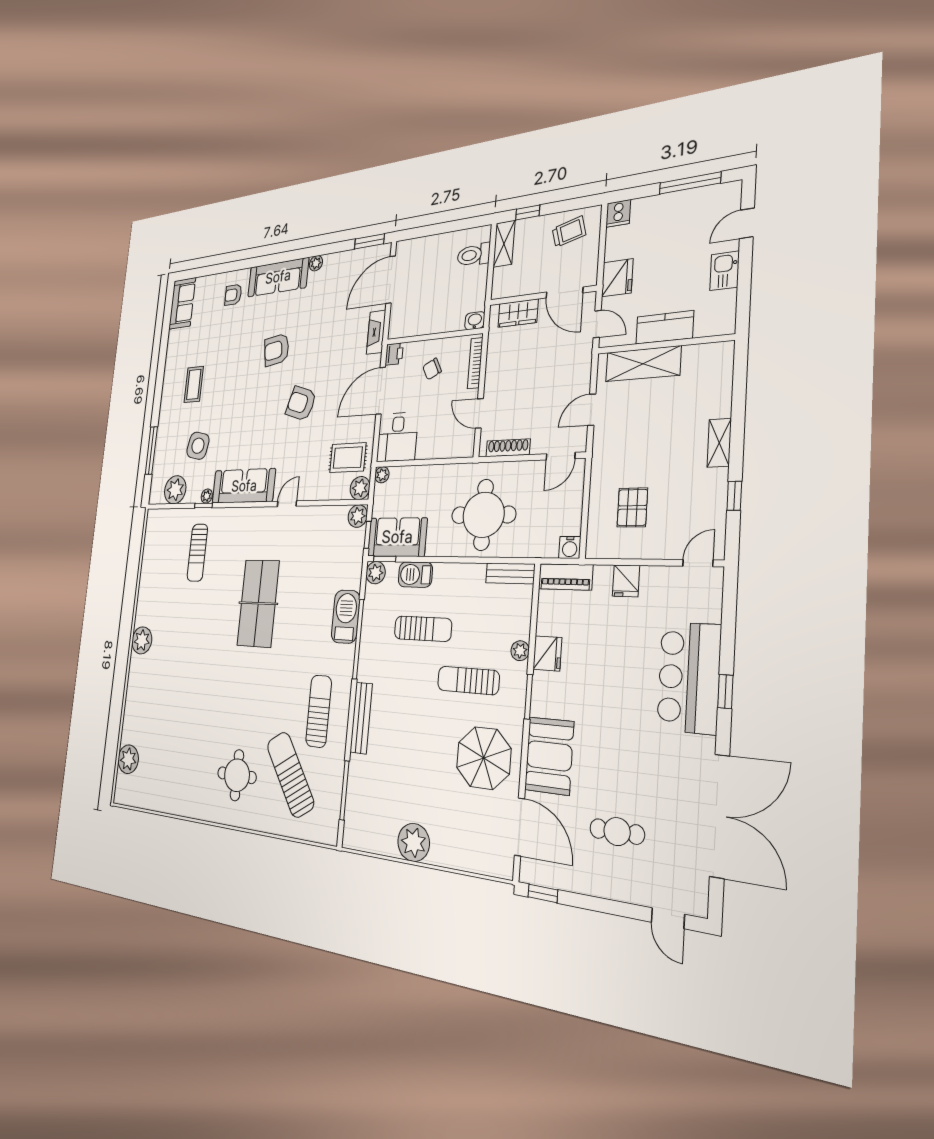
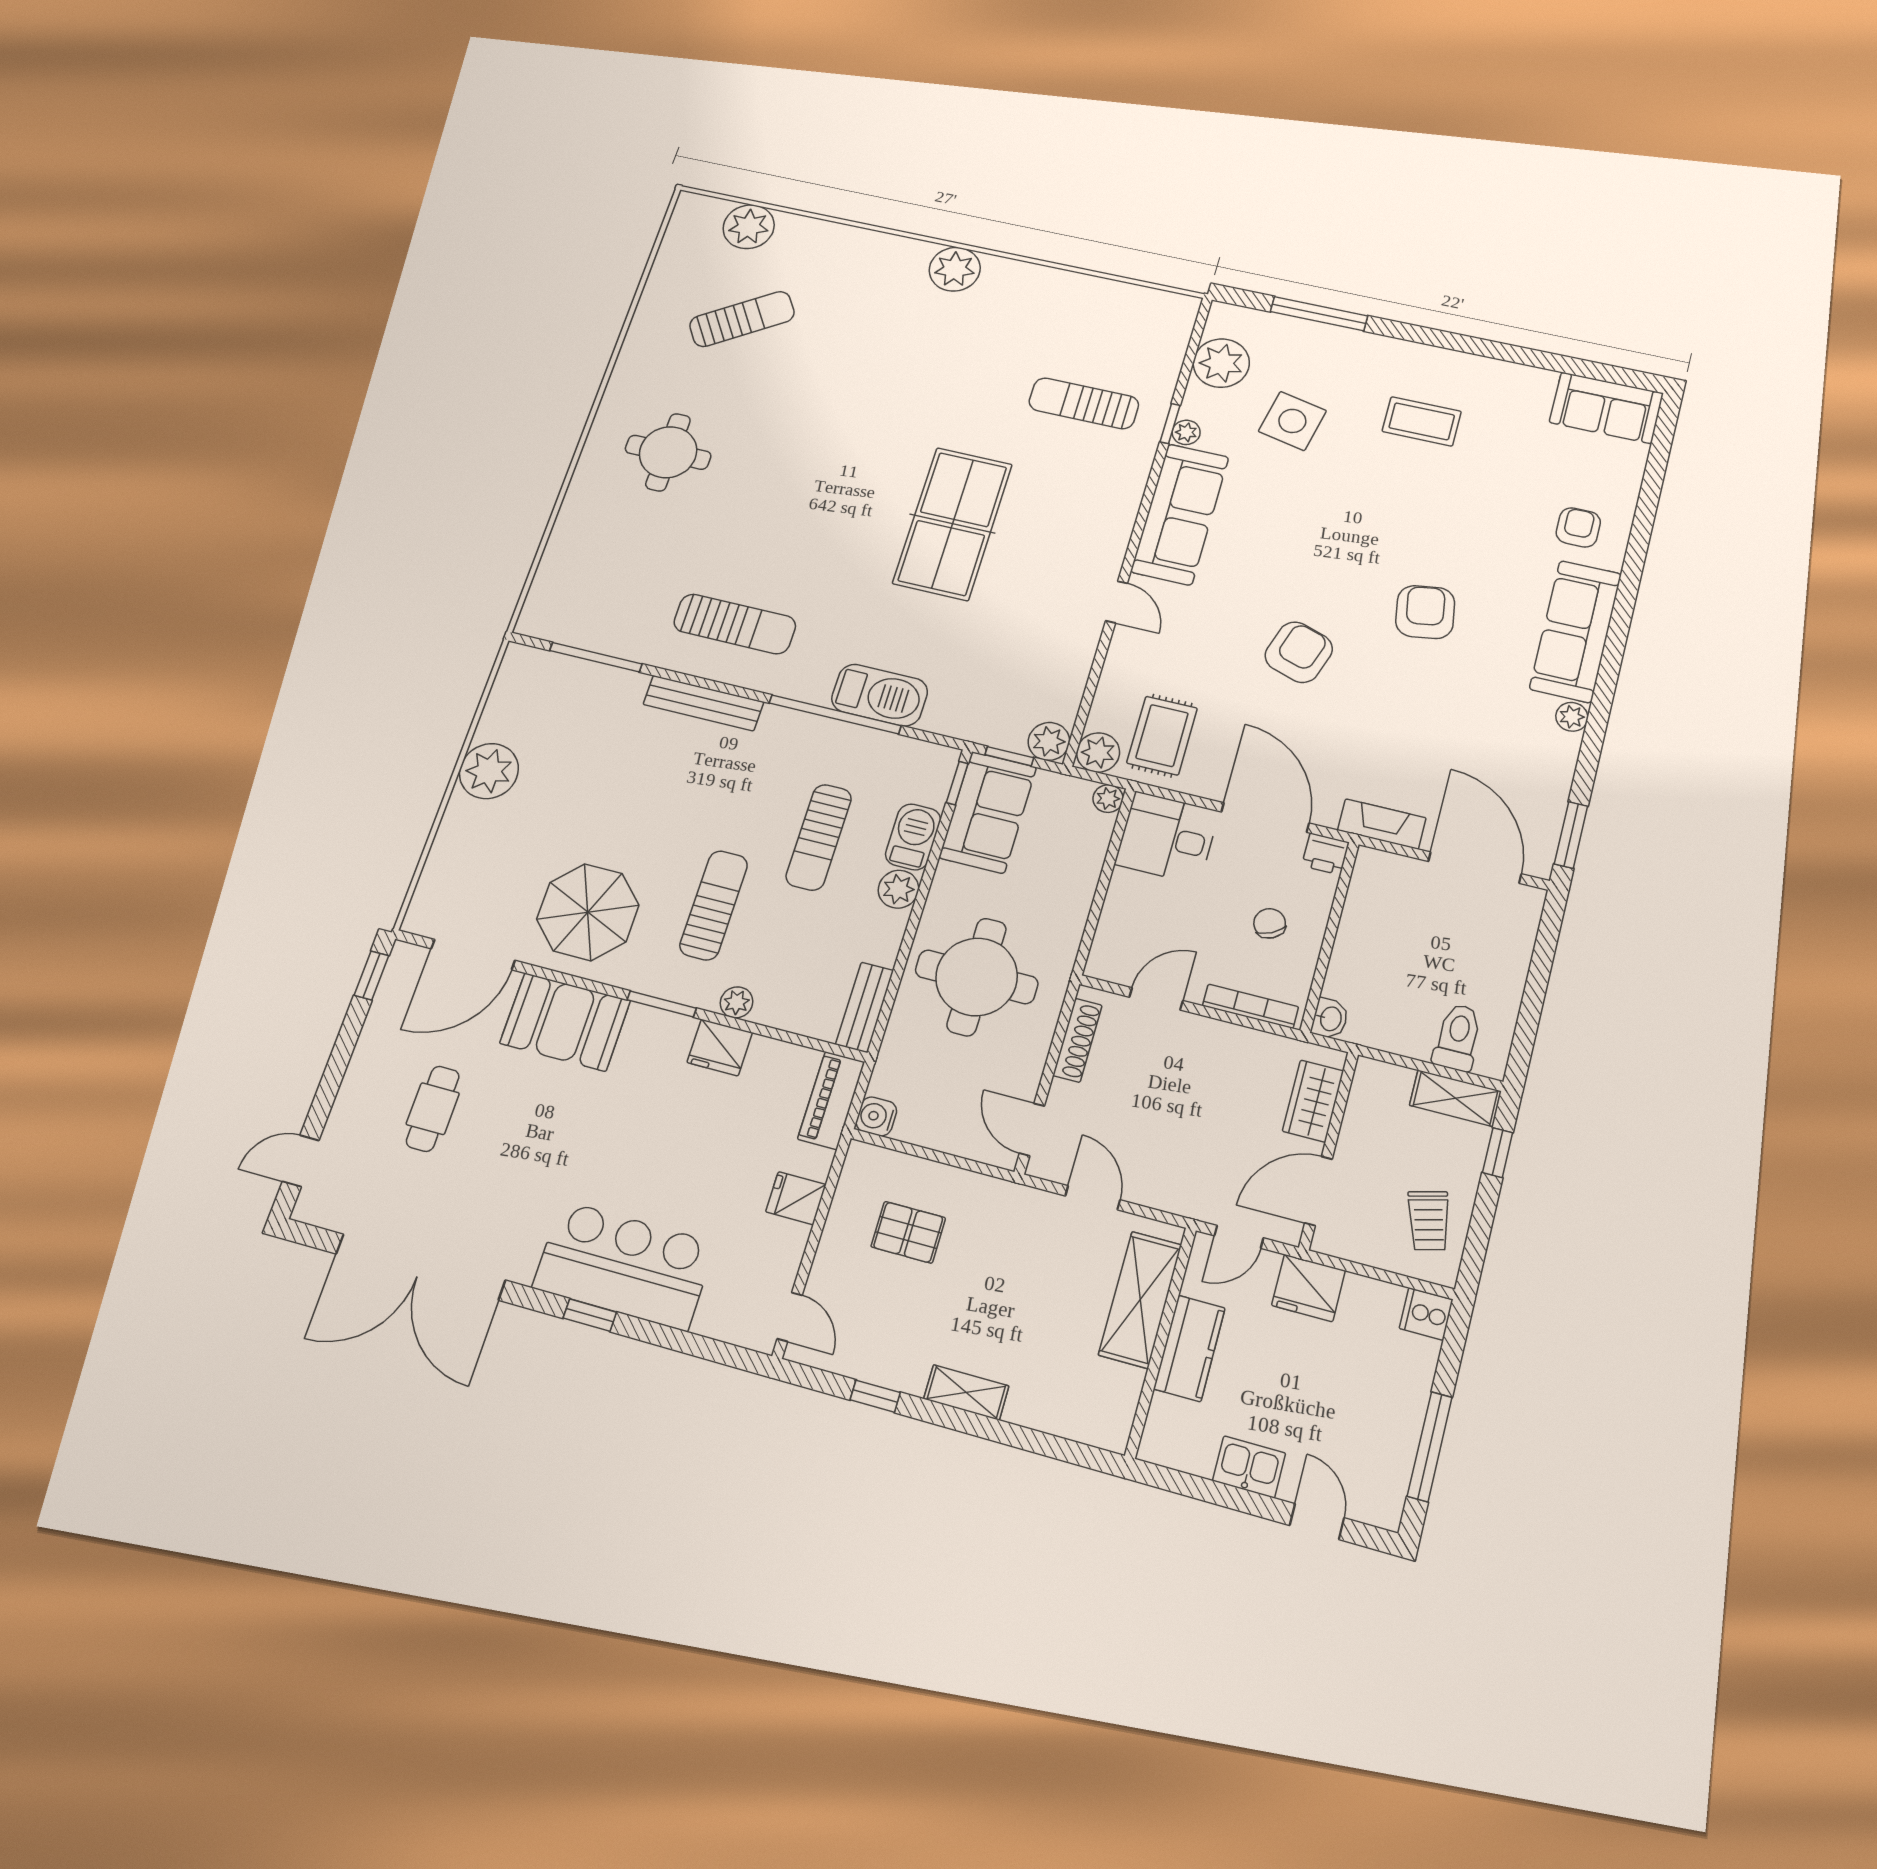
plant: (376, 573) -> (898, 889), moved
table tennis table: (258, 603) -> (952, 524), turned 90
sun lounger: (290, 774) -> (742, 319), moved, width x0.73, depth x0.75

